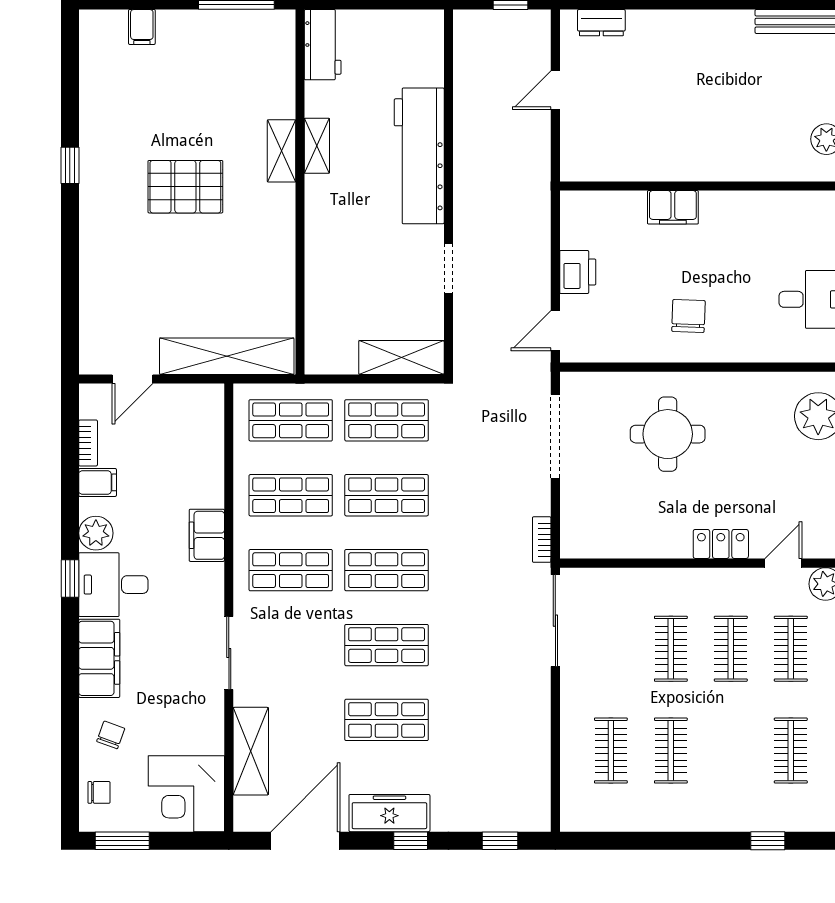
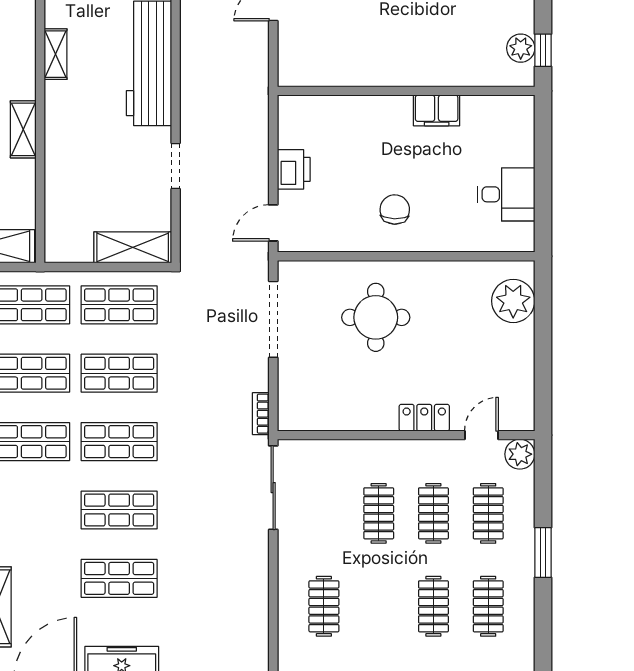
shelving: (281, 151) -> (23, 129), moved
filing cabinet: (673, 207) -> (437, 110), moved
clothes rail: (671, 751) -> (433, 606), moved

